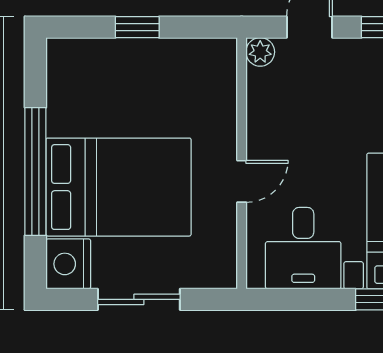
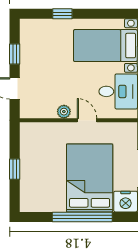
plant: (260, 52) -> (64, 112), moved

